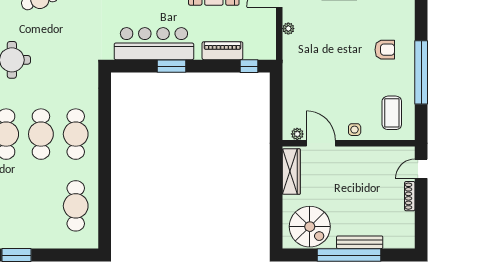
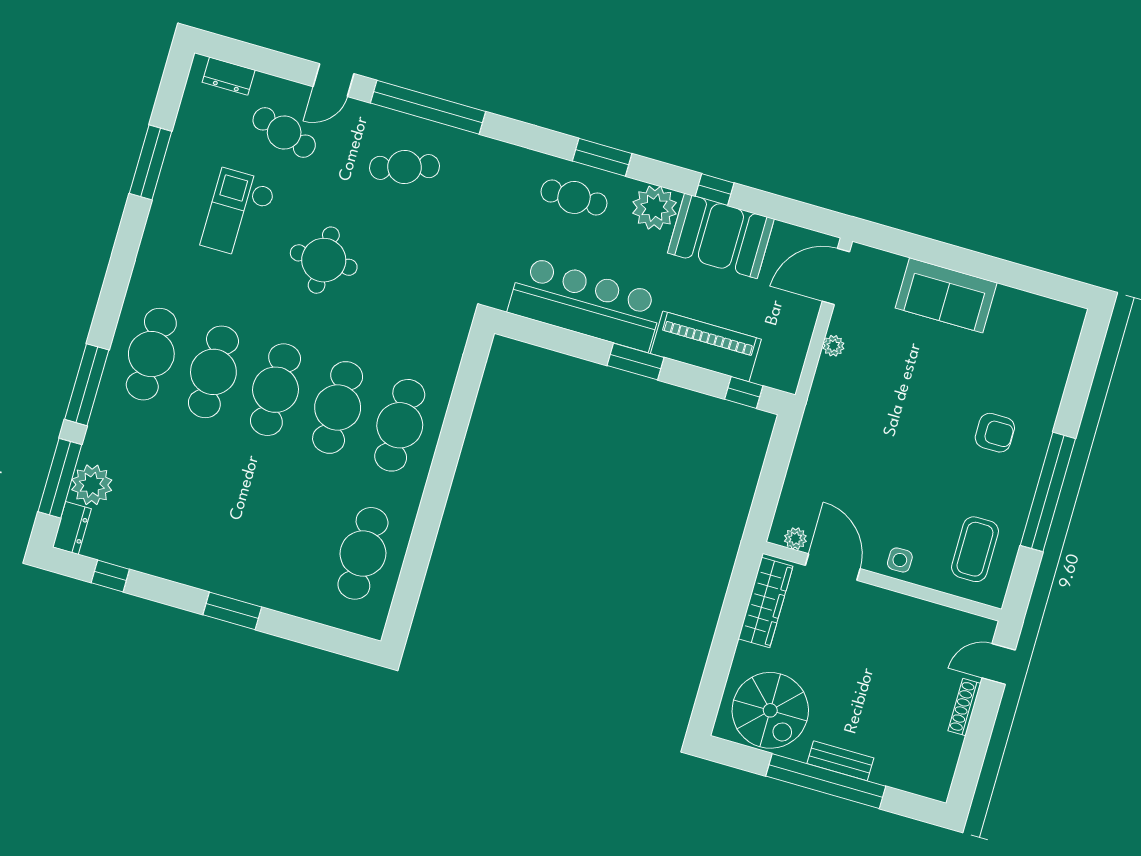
piano: (222, 51) -> (706, 346), width x1.37, depth x1.33
window: (171, 66) -> (636, 361), moved
bench: (360, 242) -> (840, 761), width x0.73

